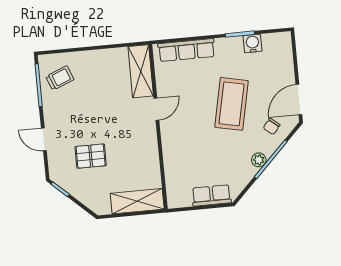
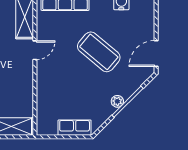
coffee table: (231, 104) -> (99, 52), turned -62
chair: (272, 126) -> (131, 74), removed

